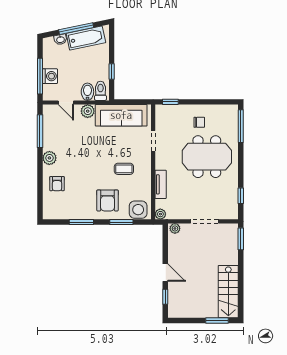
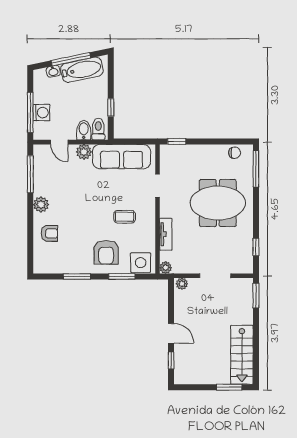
chair: (199, 122) -> (235, 153), moved
armchair: (57, 184) -> (49, 233), turned -90

